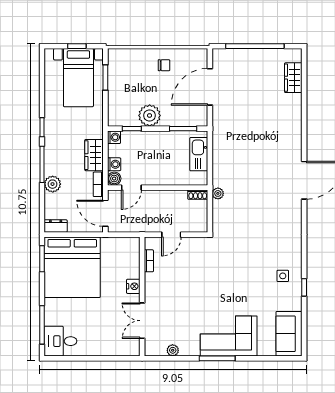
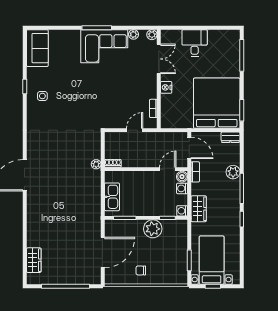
wardrobe: (94, 155) -> (199, 209), moved
corner sofa: (229, 336) -> (104, 46), moved
desk: (60, 341) -> (195, 43), moved, turned -90
plant: (151, 350) -> (152, 35), added

